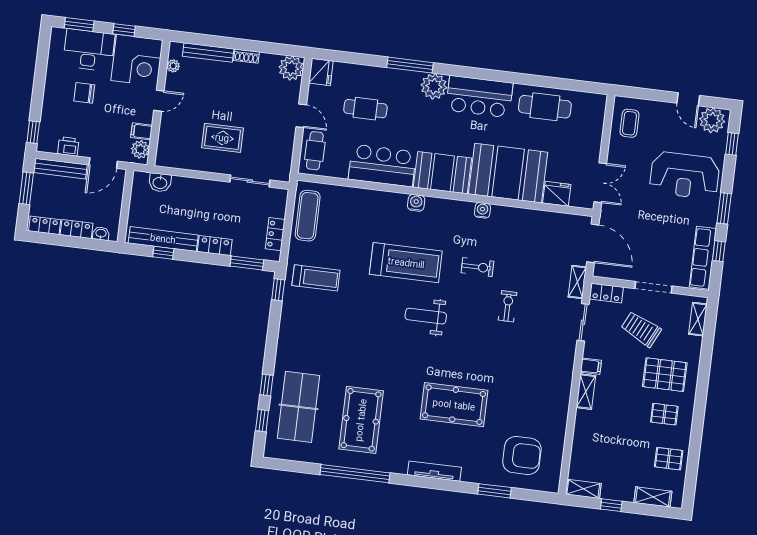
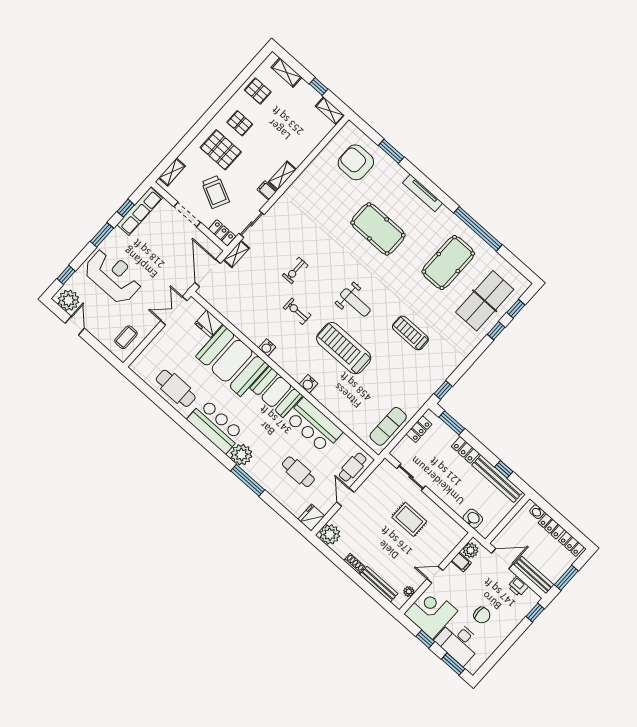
treadmill: (316, 278) -> (410, 333), moved

